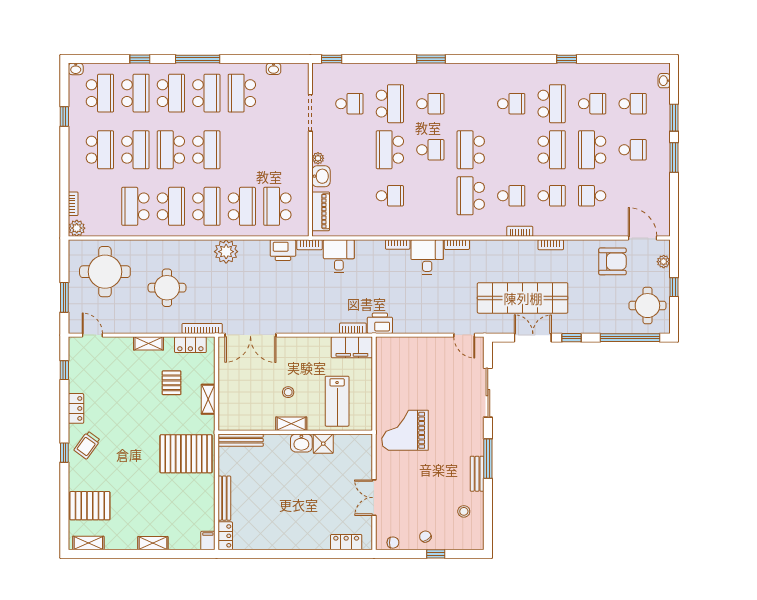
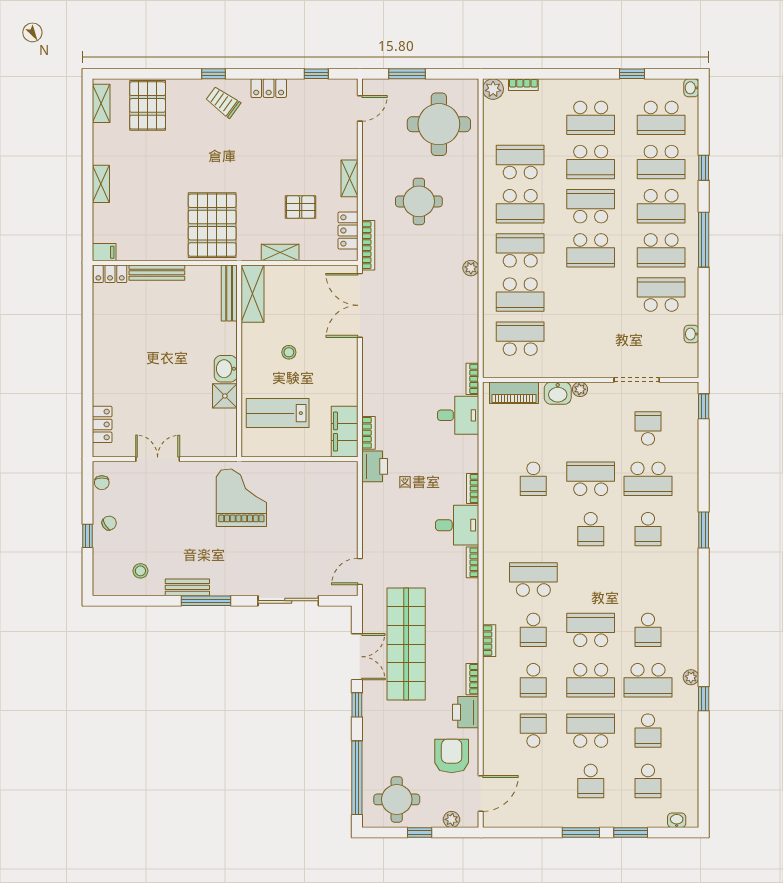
plant: (549, 69) -> (691, 677), added
school desk: (349, 104) -> (648, 428), turned 180
school desk: (471, 150) -> (591, 630), moved
school desk: (206, 206) -> (520, 250), turned 180
printer: (283, 250) -> (466, 712), moved
plant: (226, 252) -> (471, 268), width x0.53, depth x0.53
armchair: (612, 261) -> (452, 756), turned 180
shelving: (291, 424) -> (253, 294), moved, width x1.50, depth x1.33

